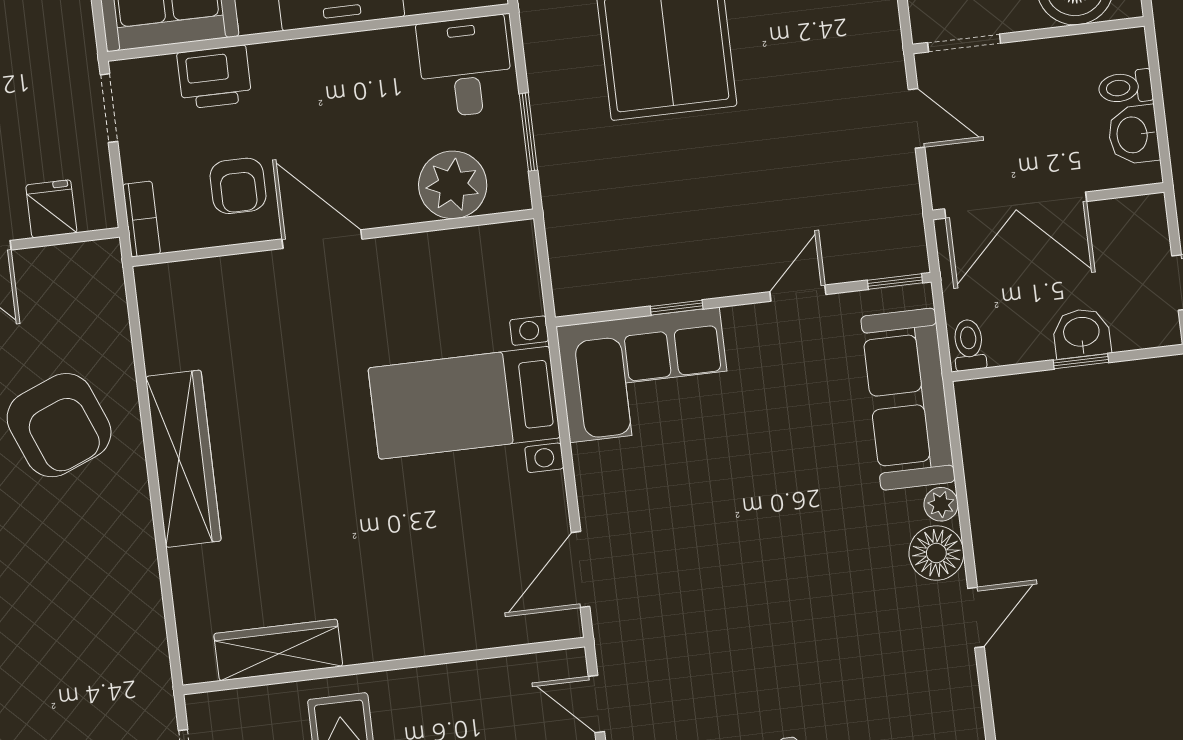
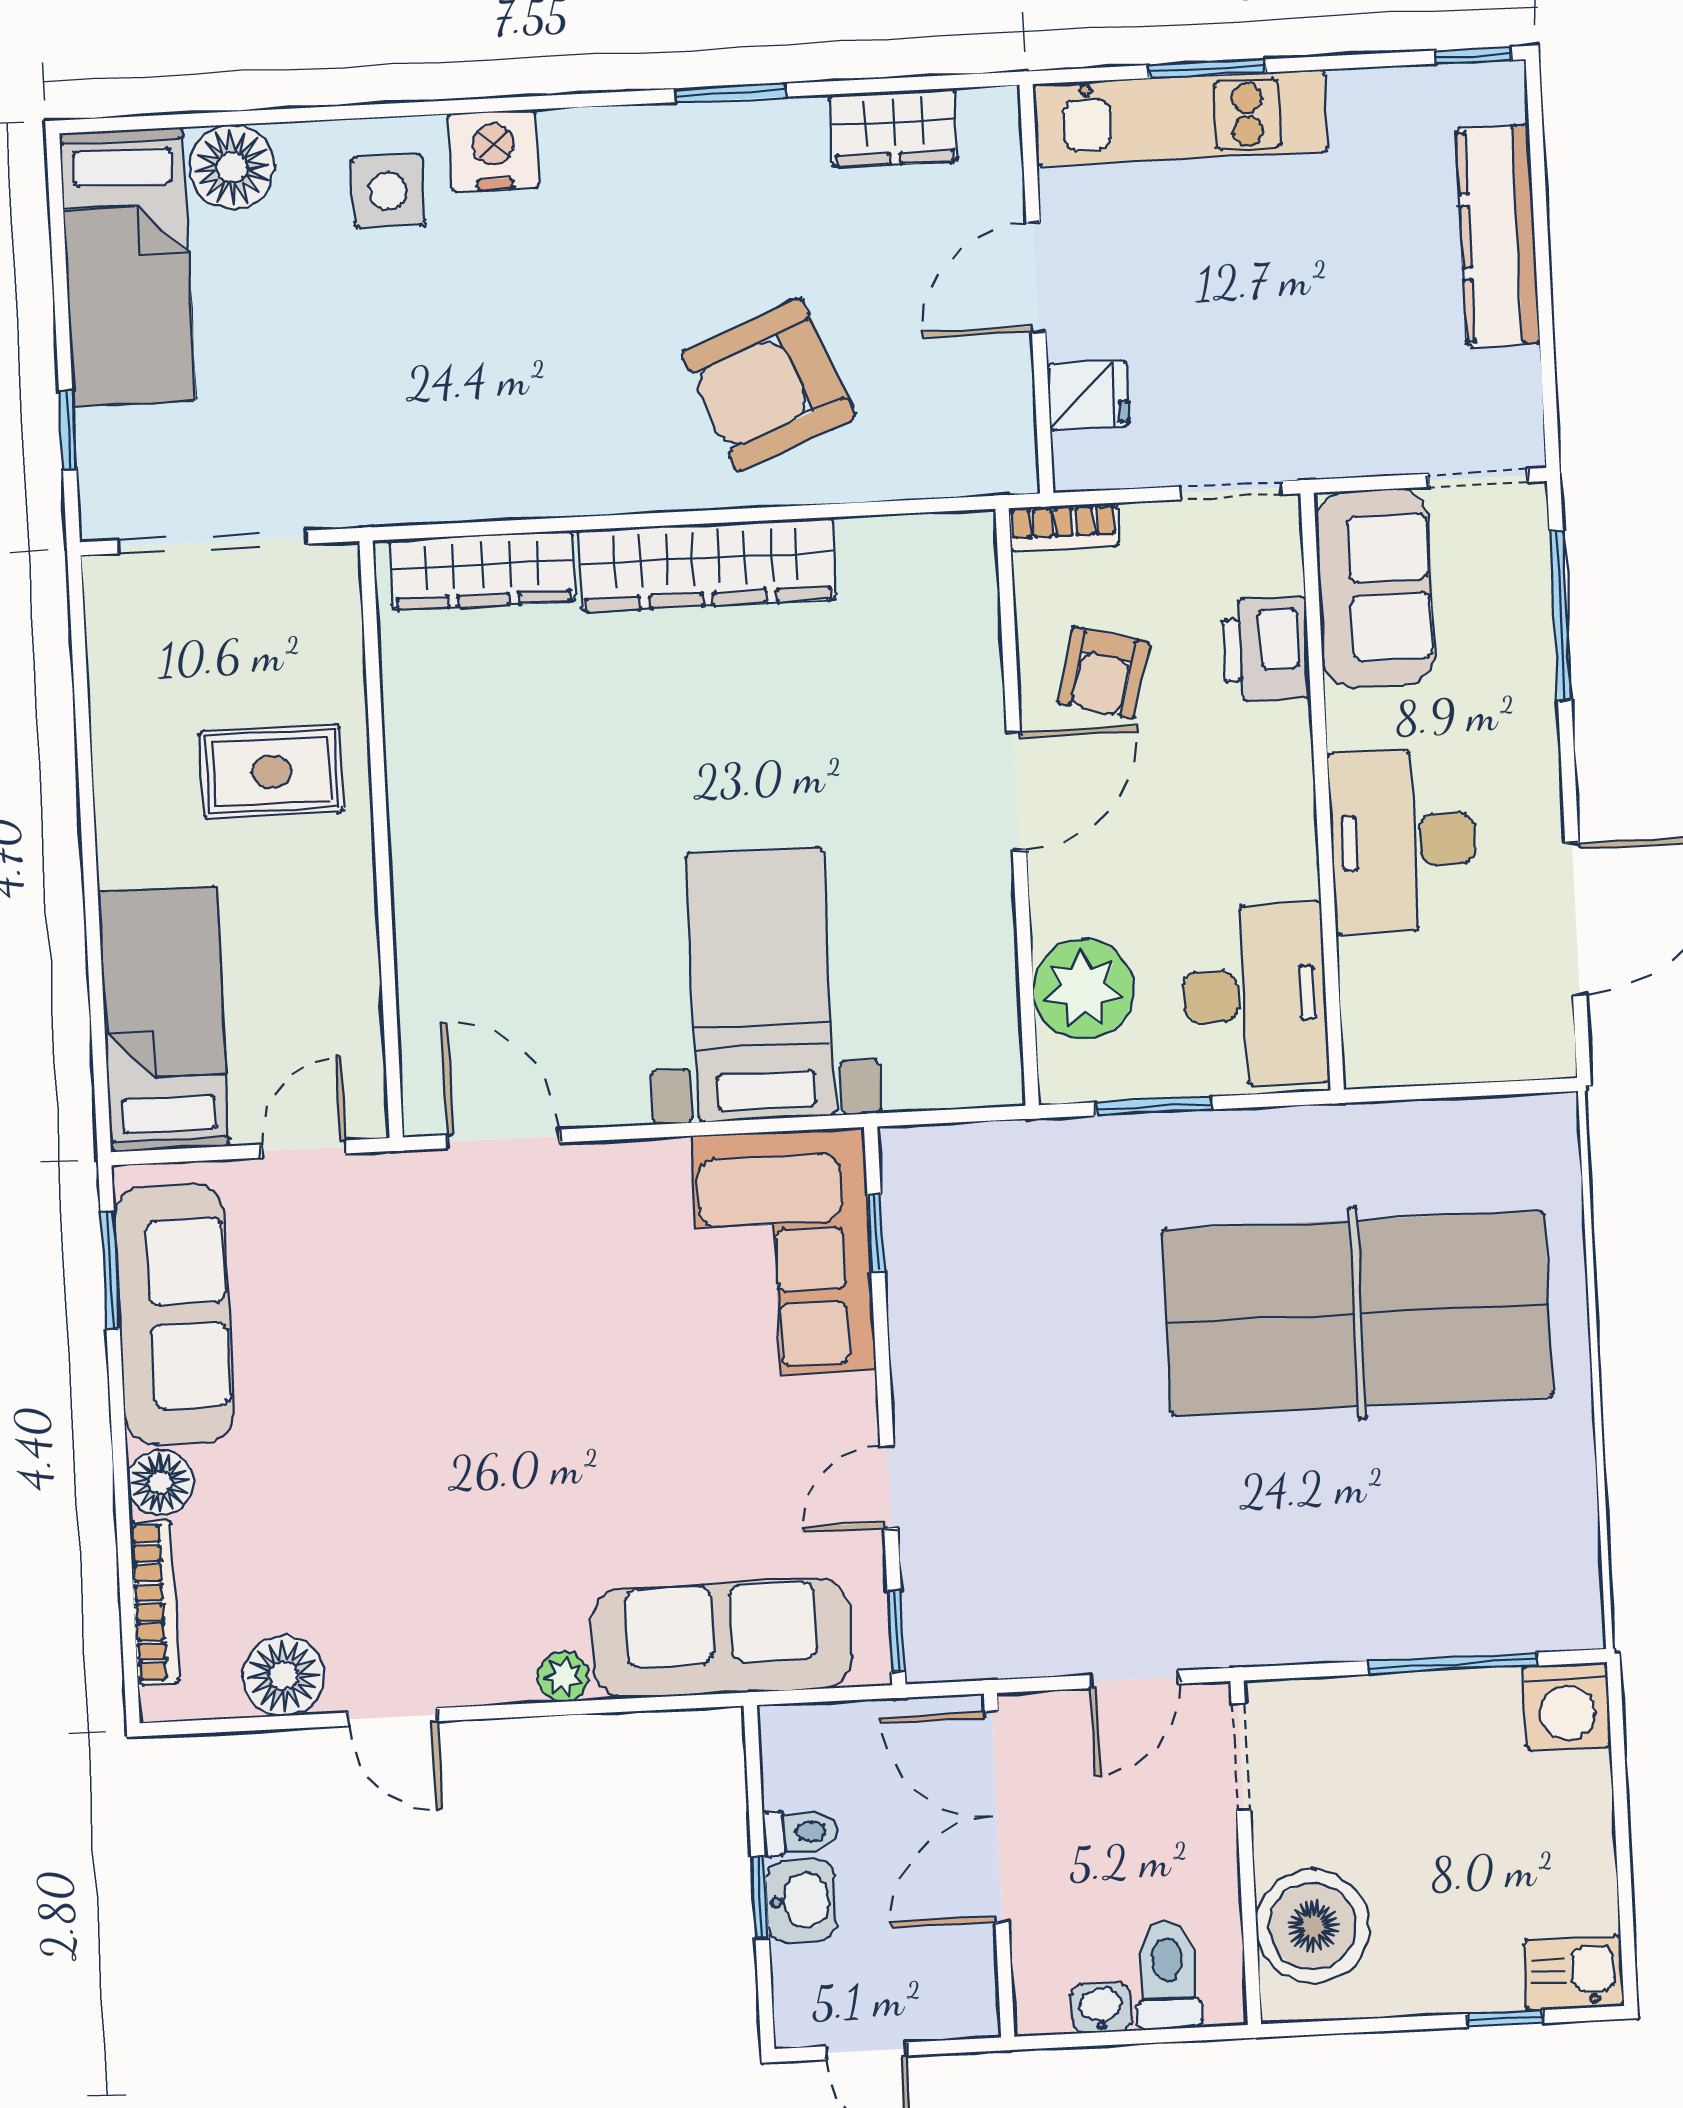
desk: (465, 67) -> (1255, 995), width x1.37
toilet: (1125, 87) -> (1168, 1975), width x1.37, depth x1.39
washbasin: (1134, 135) -> (1101, 2008), width x0.72, depth x0.69
armchair: (238, 186) -> (1103, 673), turned -75
door: (798, 293) -> (889, 1487), swing flipped
window: (677, 308) -> (876, 1233), moved
toilet: (969, 345) -> (800, 1832), moved
floor lamp: (936, 553) -> (284, 1676), moved
wardrobe: (278, 650) -> (482, 570), moved, turned 90

